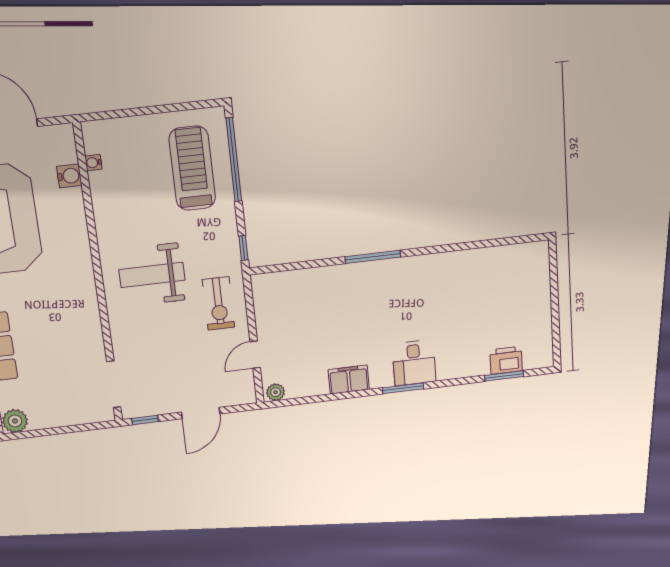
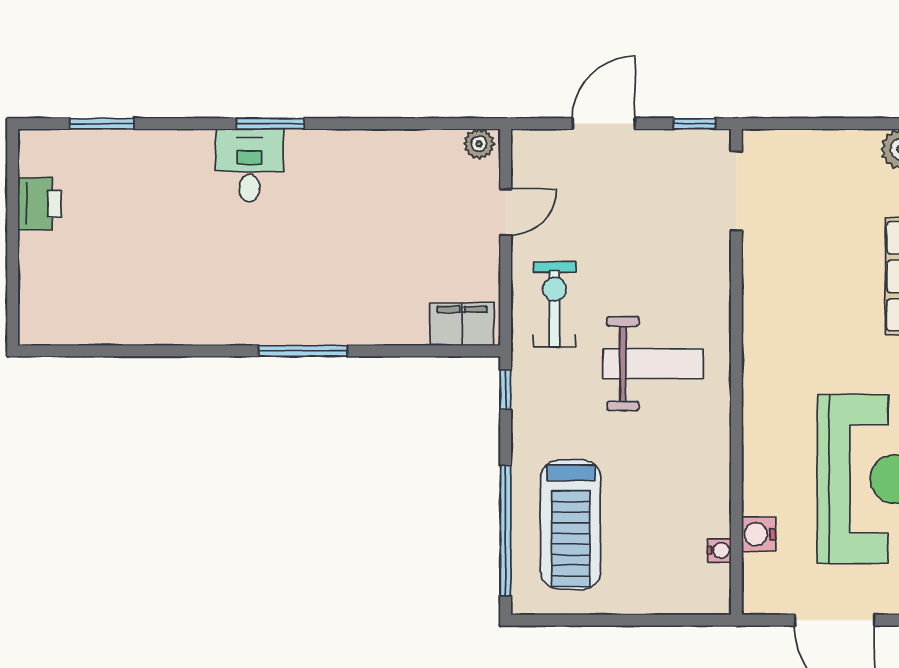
printer: (506, 360) -> (39, 204), moved, turned -90
filing cabinet: (349, 380) -> (462, 324), moved, turned 180

